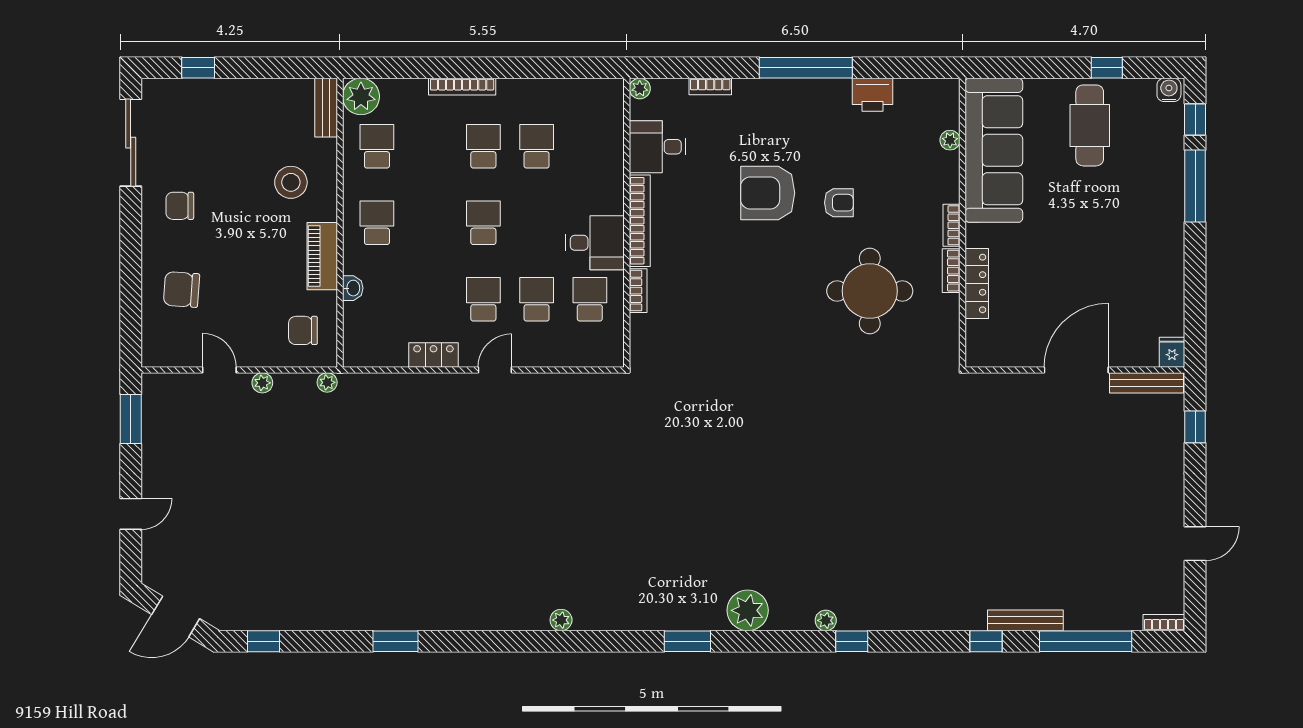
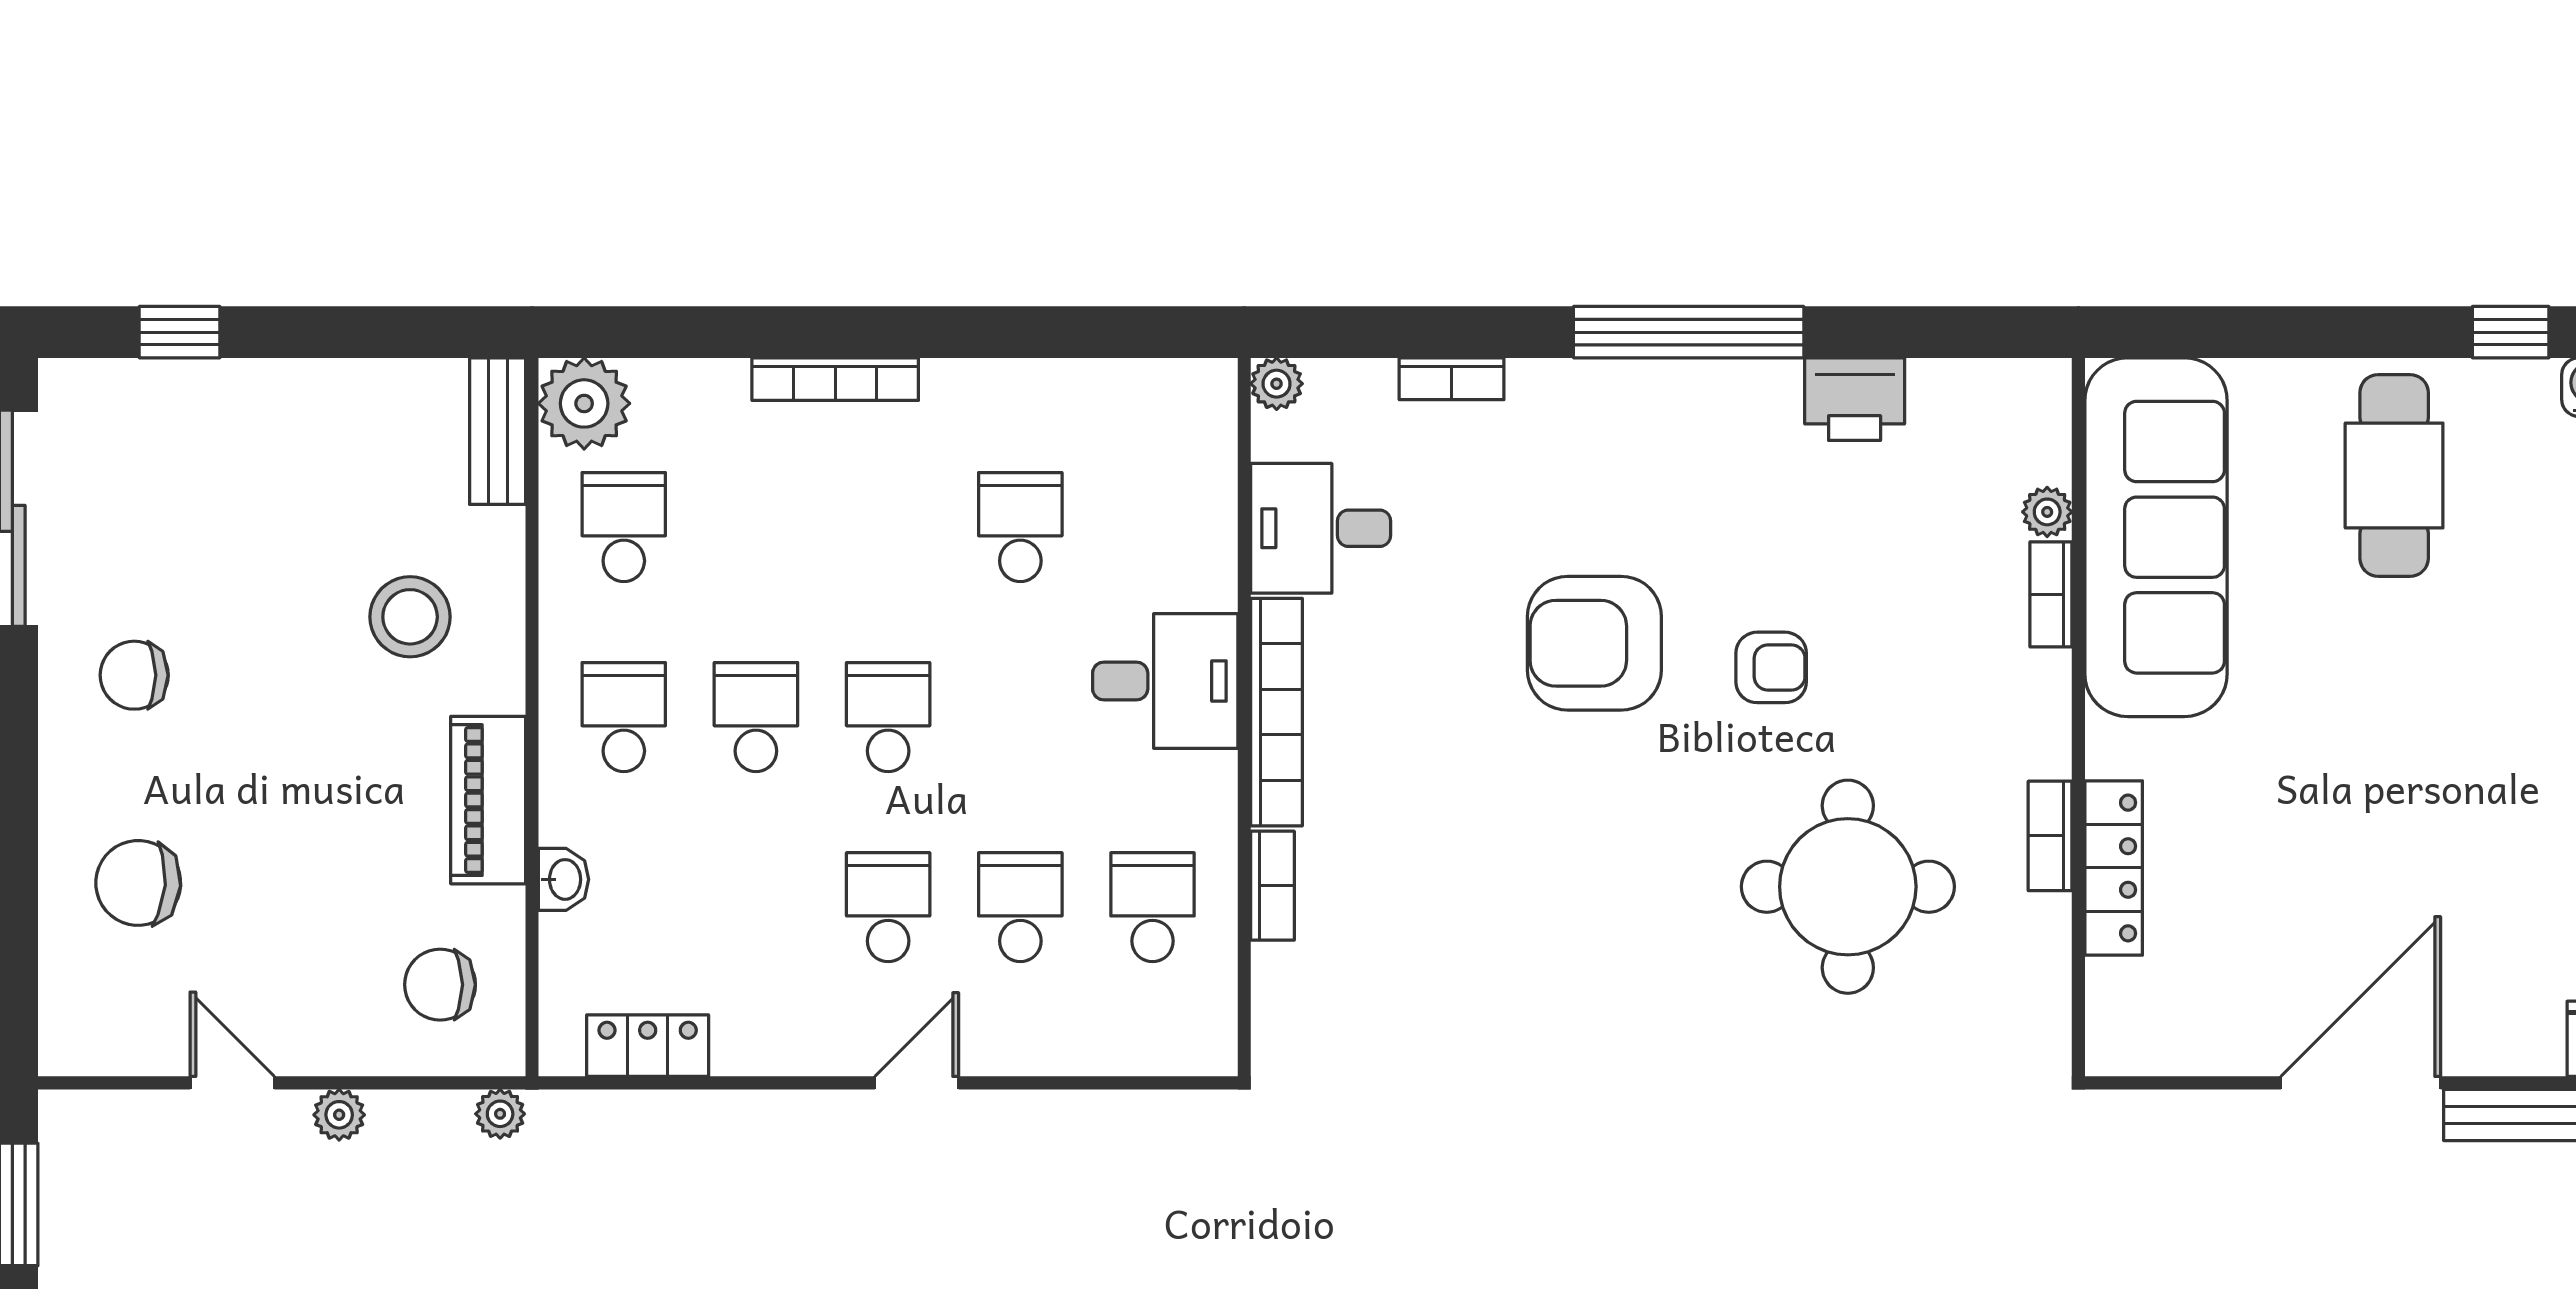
window: (1107, 68) -> (2511, 332), moved
school desk: (483, 146) -> (756, 717), moved
bookcase: (952, 225) -> (2051, 594), moved
desk: (595, 243) -> (1165, 681), moved
locker: (433, 355) -> (648, 1046), moved

